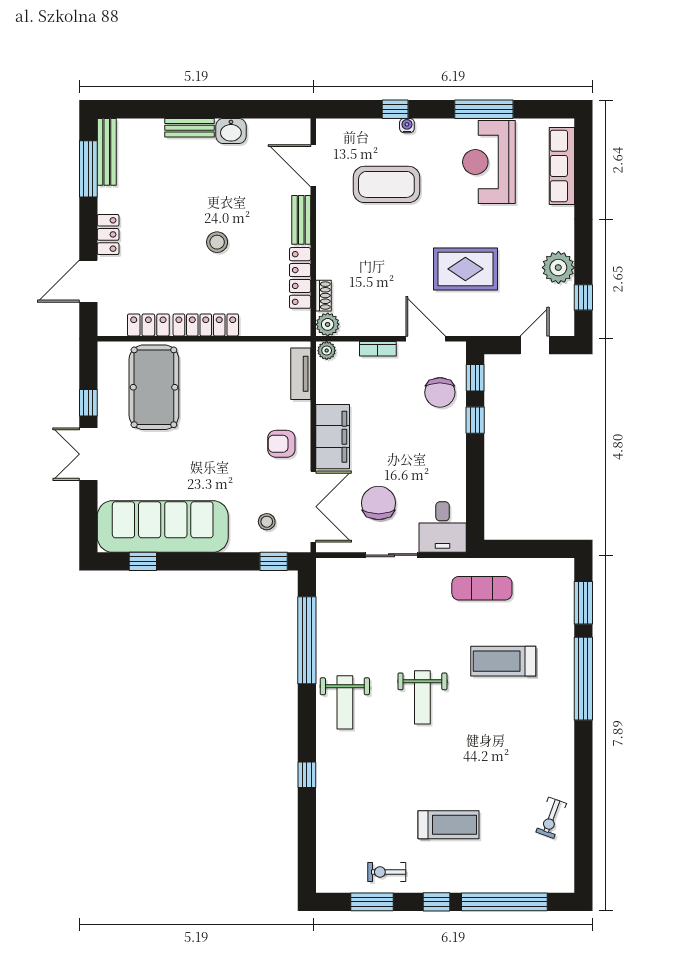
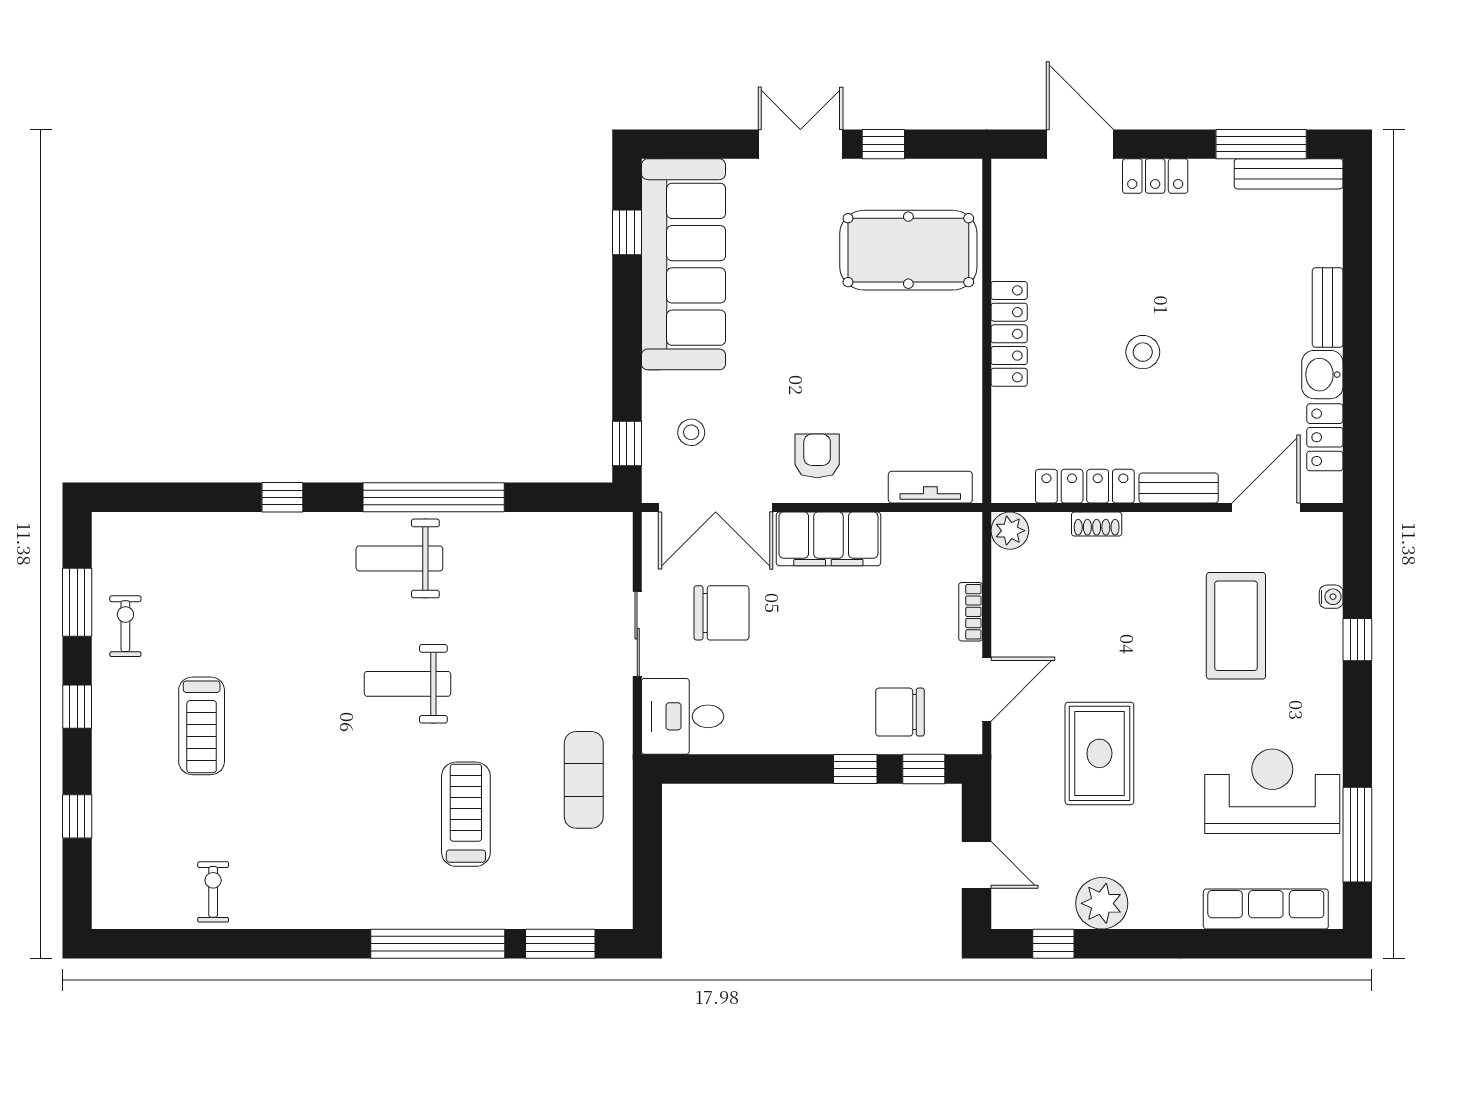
window: (484, 109) -> (1357, 835), moved
water cooler: (407, 126) -> (1331, 597), moved
shoe rack: (324, 296) -> (1097, 524), moved
locker: (148, 325) -> (1325, 437), moved, turned 180
plant: (327, 351) -> (968, 529), removed
window: (307, 640) -> (434, 497), moved
exercise bike: (551, 818) -> (213, 892), turned 70
window: (504, 902) -> (77, 816), width x0.32

